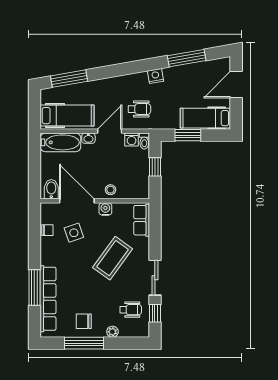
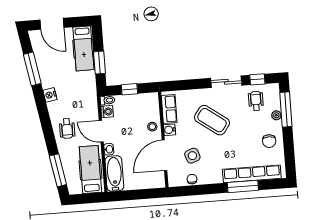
wheelchair: (139, 109) -> (67, 128), moved, turned 180
bidet: (51, 189) -> (156, 178), removed
row of seats: (142, 220) -> (169, 109), moved, turned -90
window: (84, 343) -> (286, 109), moved

